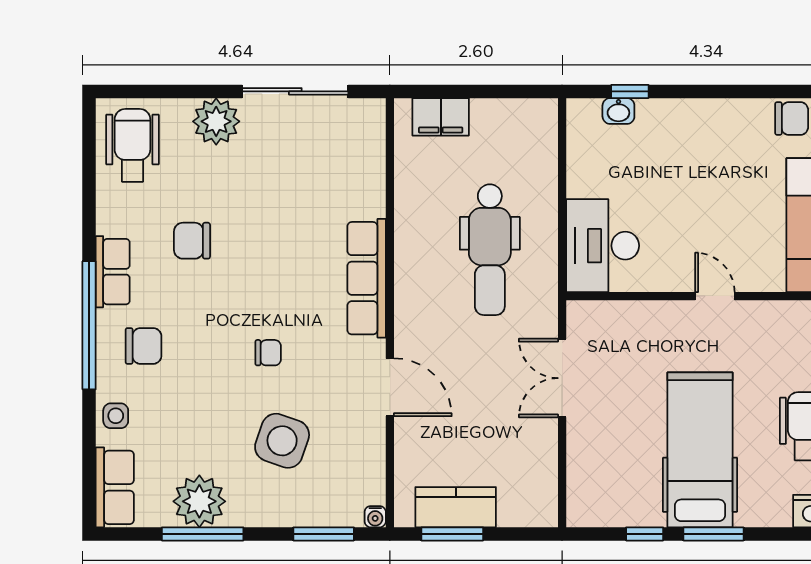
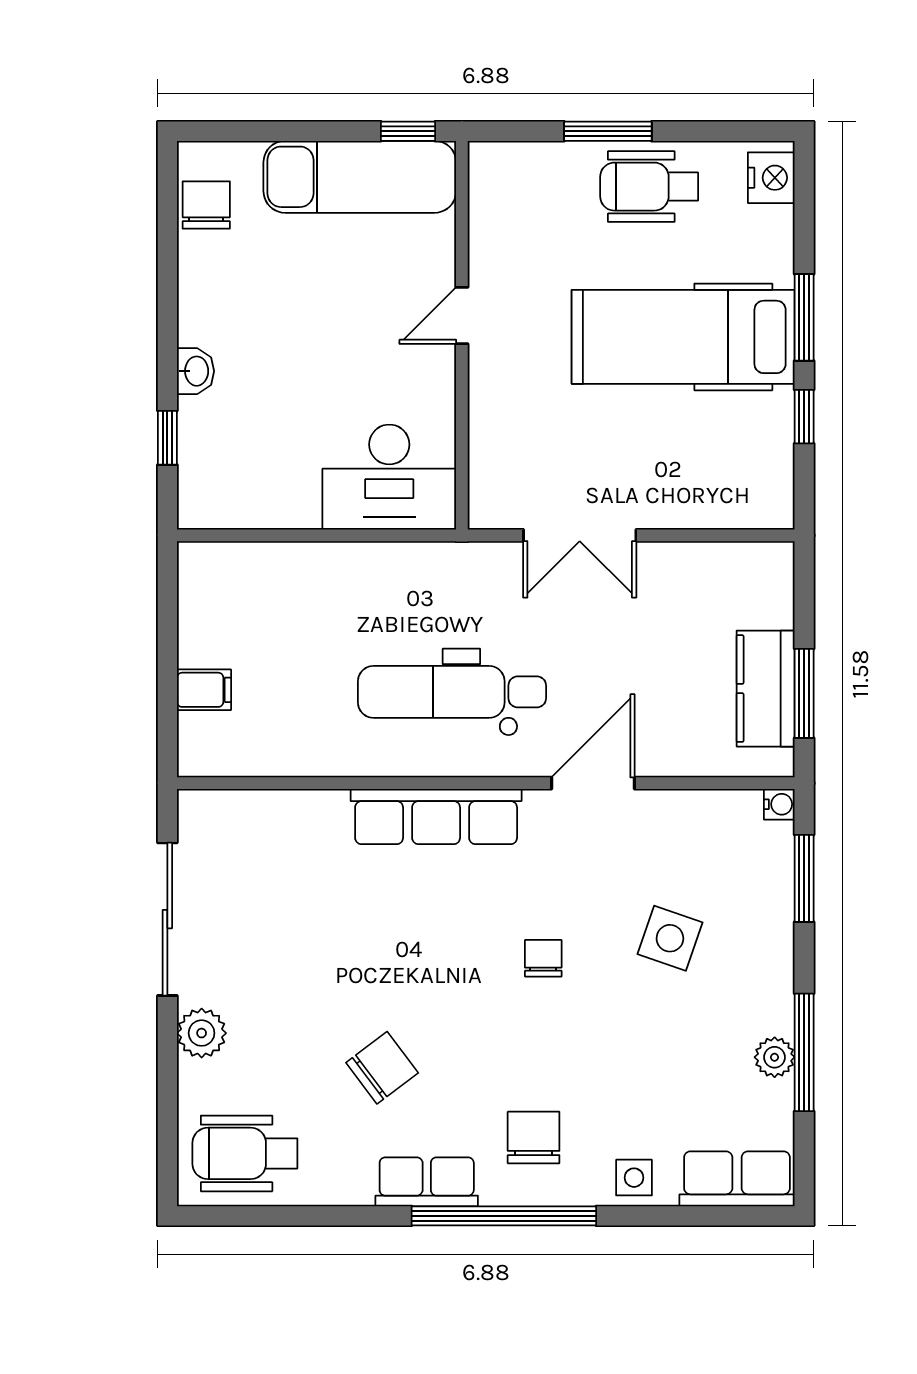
washbasin: (618, 111) -> (196, 371), moved
filing cabinet: (441, 117) -> (204, 690), width x0.50
plant: (216, 121) -> (202, 1033), width x0.73, depth x0.73
chair: (192, 241) -> (382, 1068), turned -127
dental chair: (490, 250) -> (452, 692), moved, turned 180
side table: (282, 441) -> (670, 938), width x0.73, depth x0.73
plant: (199, 501) -> (775, 1057), width x0.53, depth x0.53

